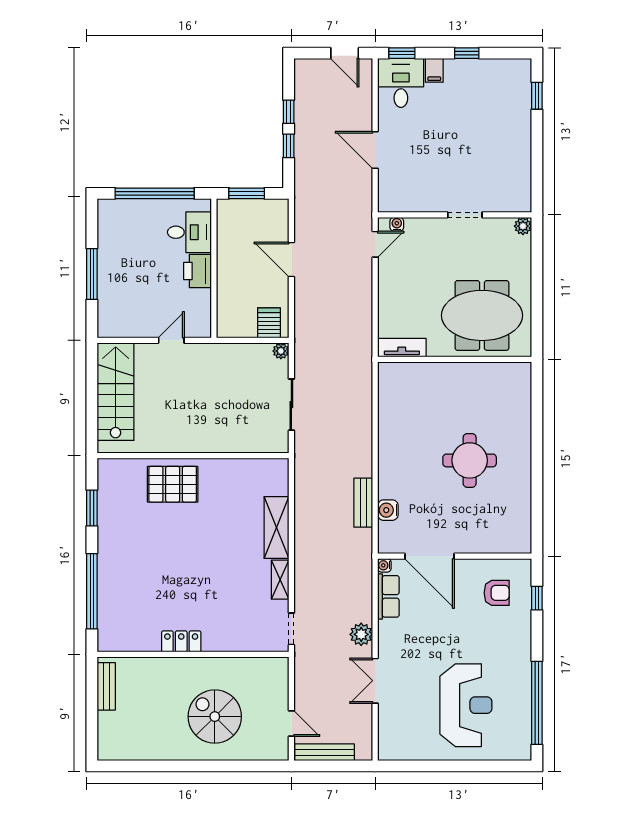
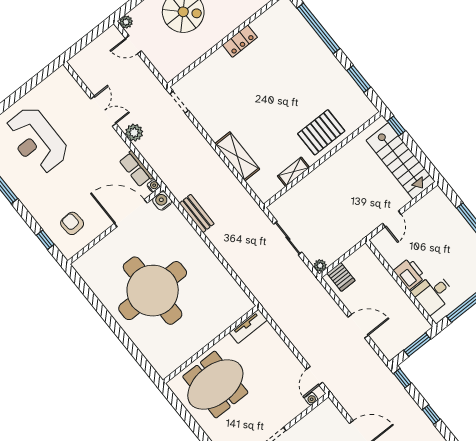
window: (289, 146) -> (402, 378), moved
window: (92, 430) -> (396, 126), added
round table: (470, 460) -> (153, 291), width x1.86, depth x1.86
water cooler: (388, 510) -> (162, 201), moved, turned -90
shelving: (280, 580) -> (293, 172), moved, turned 90
armchair: (497, 593) -> (72, 223), turned 86
plant: (280, 752) -> (126, 22), added
bench: (324, 752) -> (99, 43), removed

